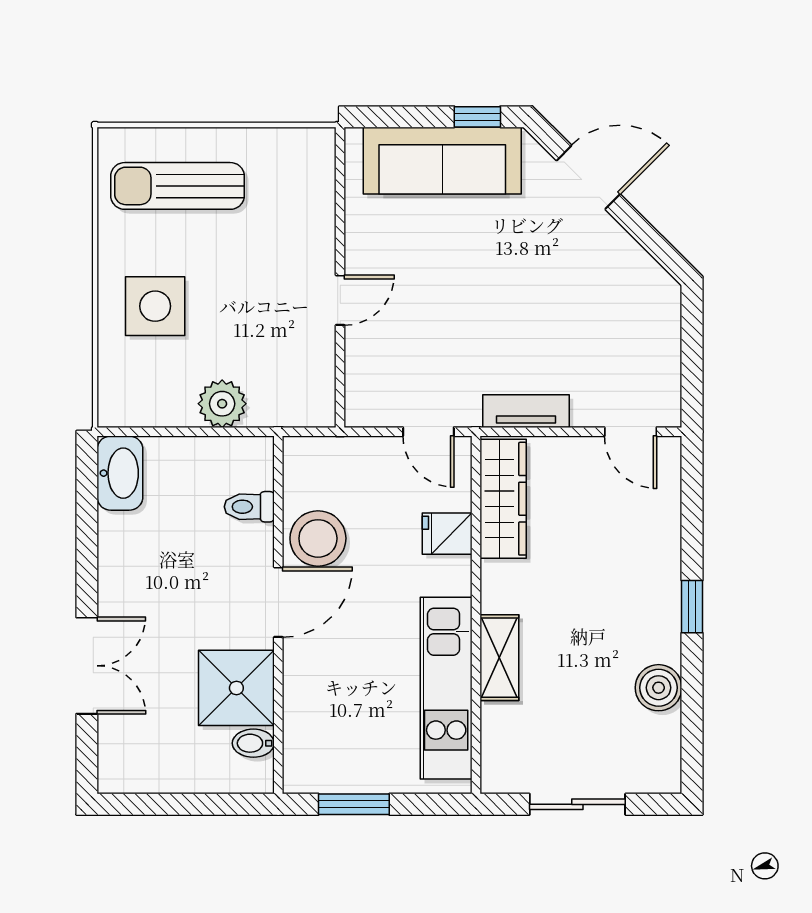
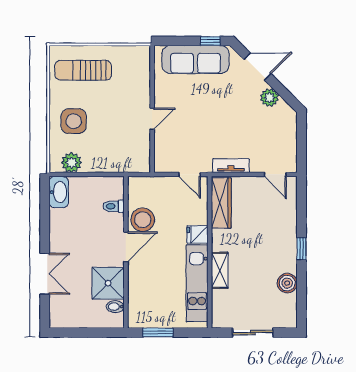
plant: (617, 251) -> (269, 98), added
plant: (222, 404) -> (72, 163), moved
fridge: (447, 534) -> (197, 234), moved

